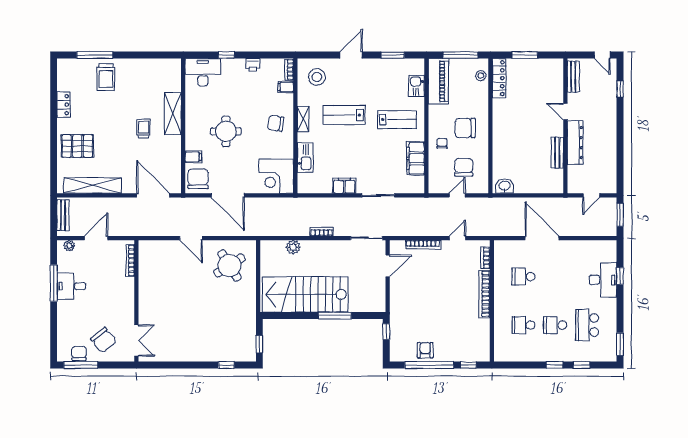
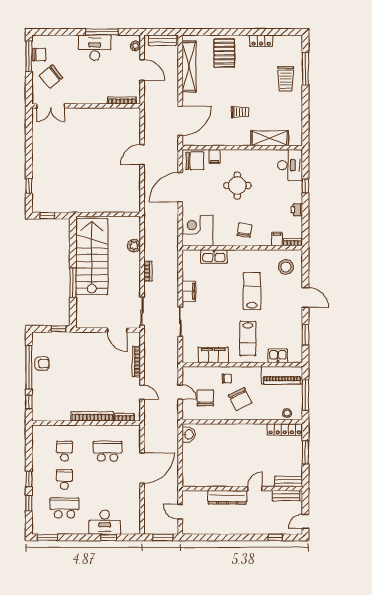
trolley: (106, 77) -> (286, 79), turned -90
shelving: (173, 114) -> (269, 138), moved
shelving: (303, 119) -> (248, 255), removed
chair: (465, 128) -> (240, 399), turned 153
bench: (557, 153) -> (288, 481), moved
chair: (464, 167) -> (205, 398), turned -90
round table: (229, 266) -> (118, 189), removed
school desk: (524, 277) -> (108, 451), width x1.85
desk: (71, 286) -> (95, 48), width x1.37

